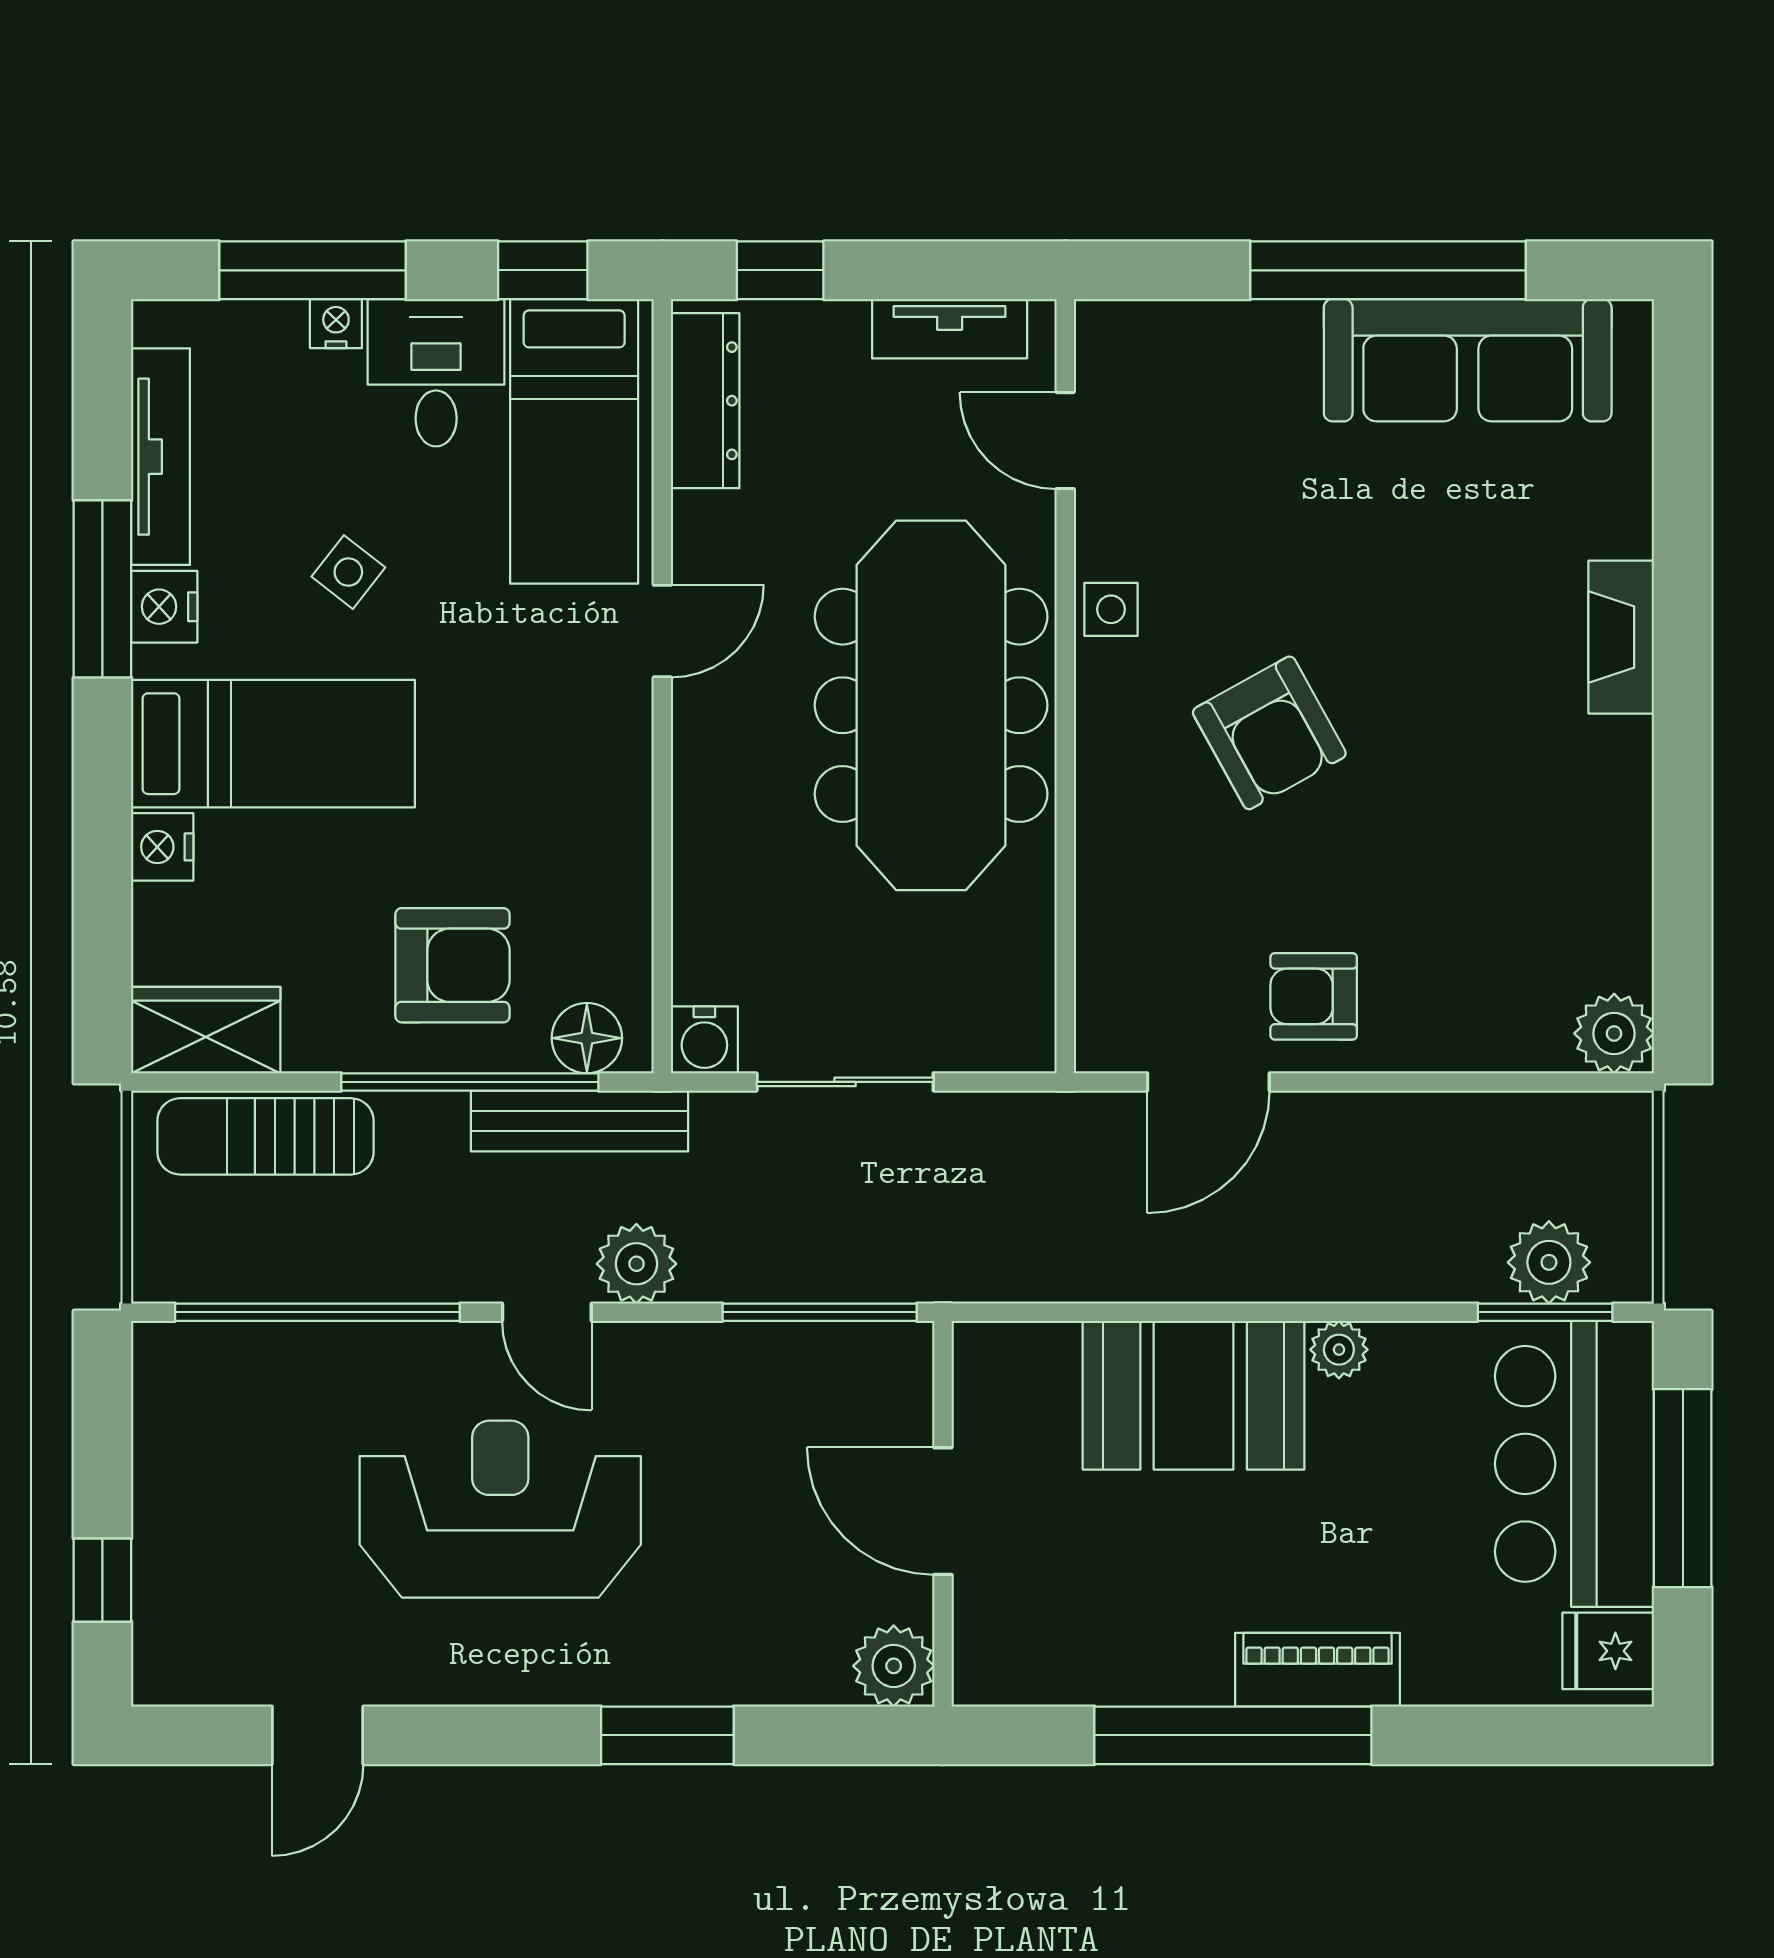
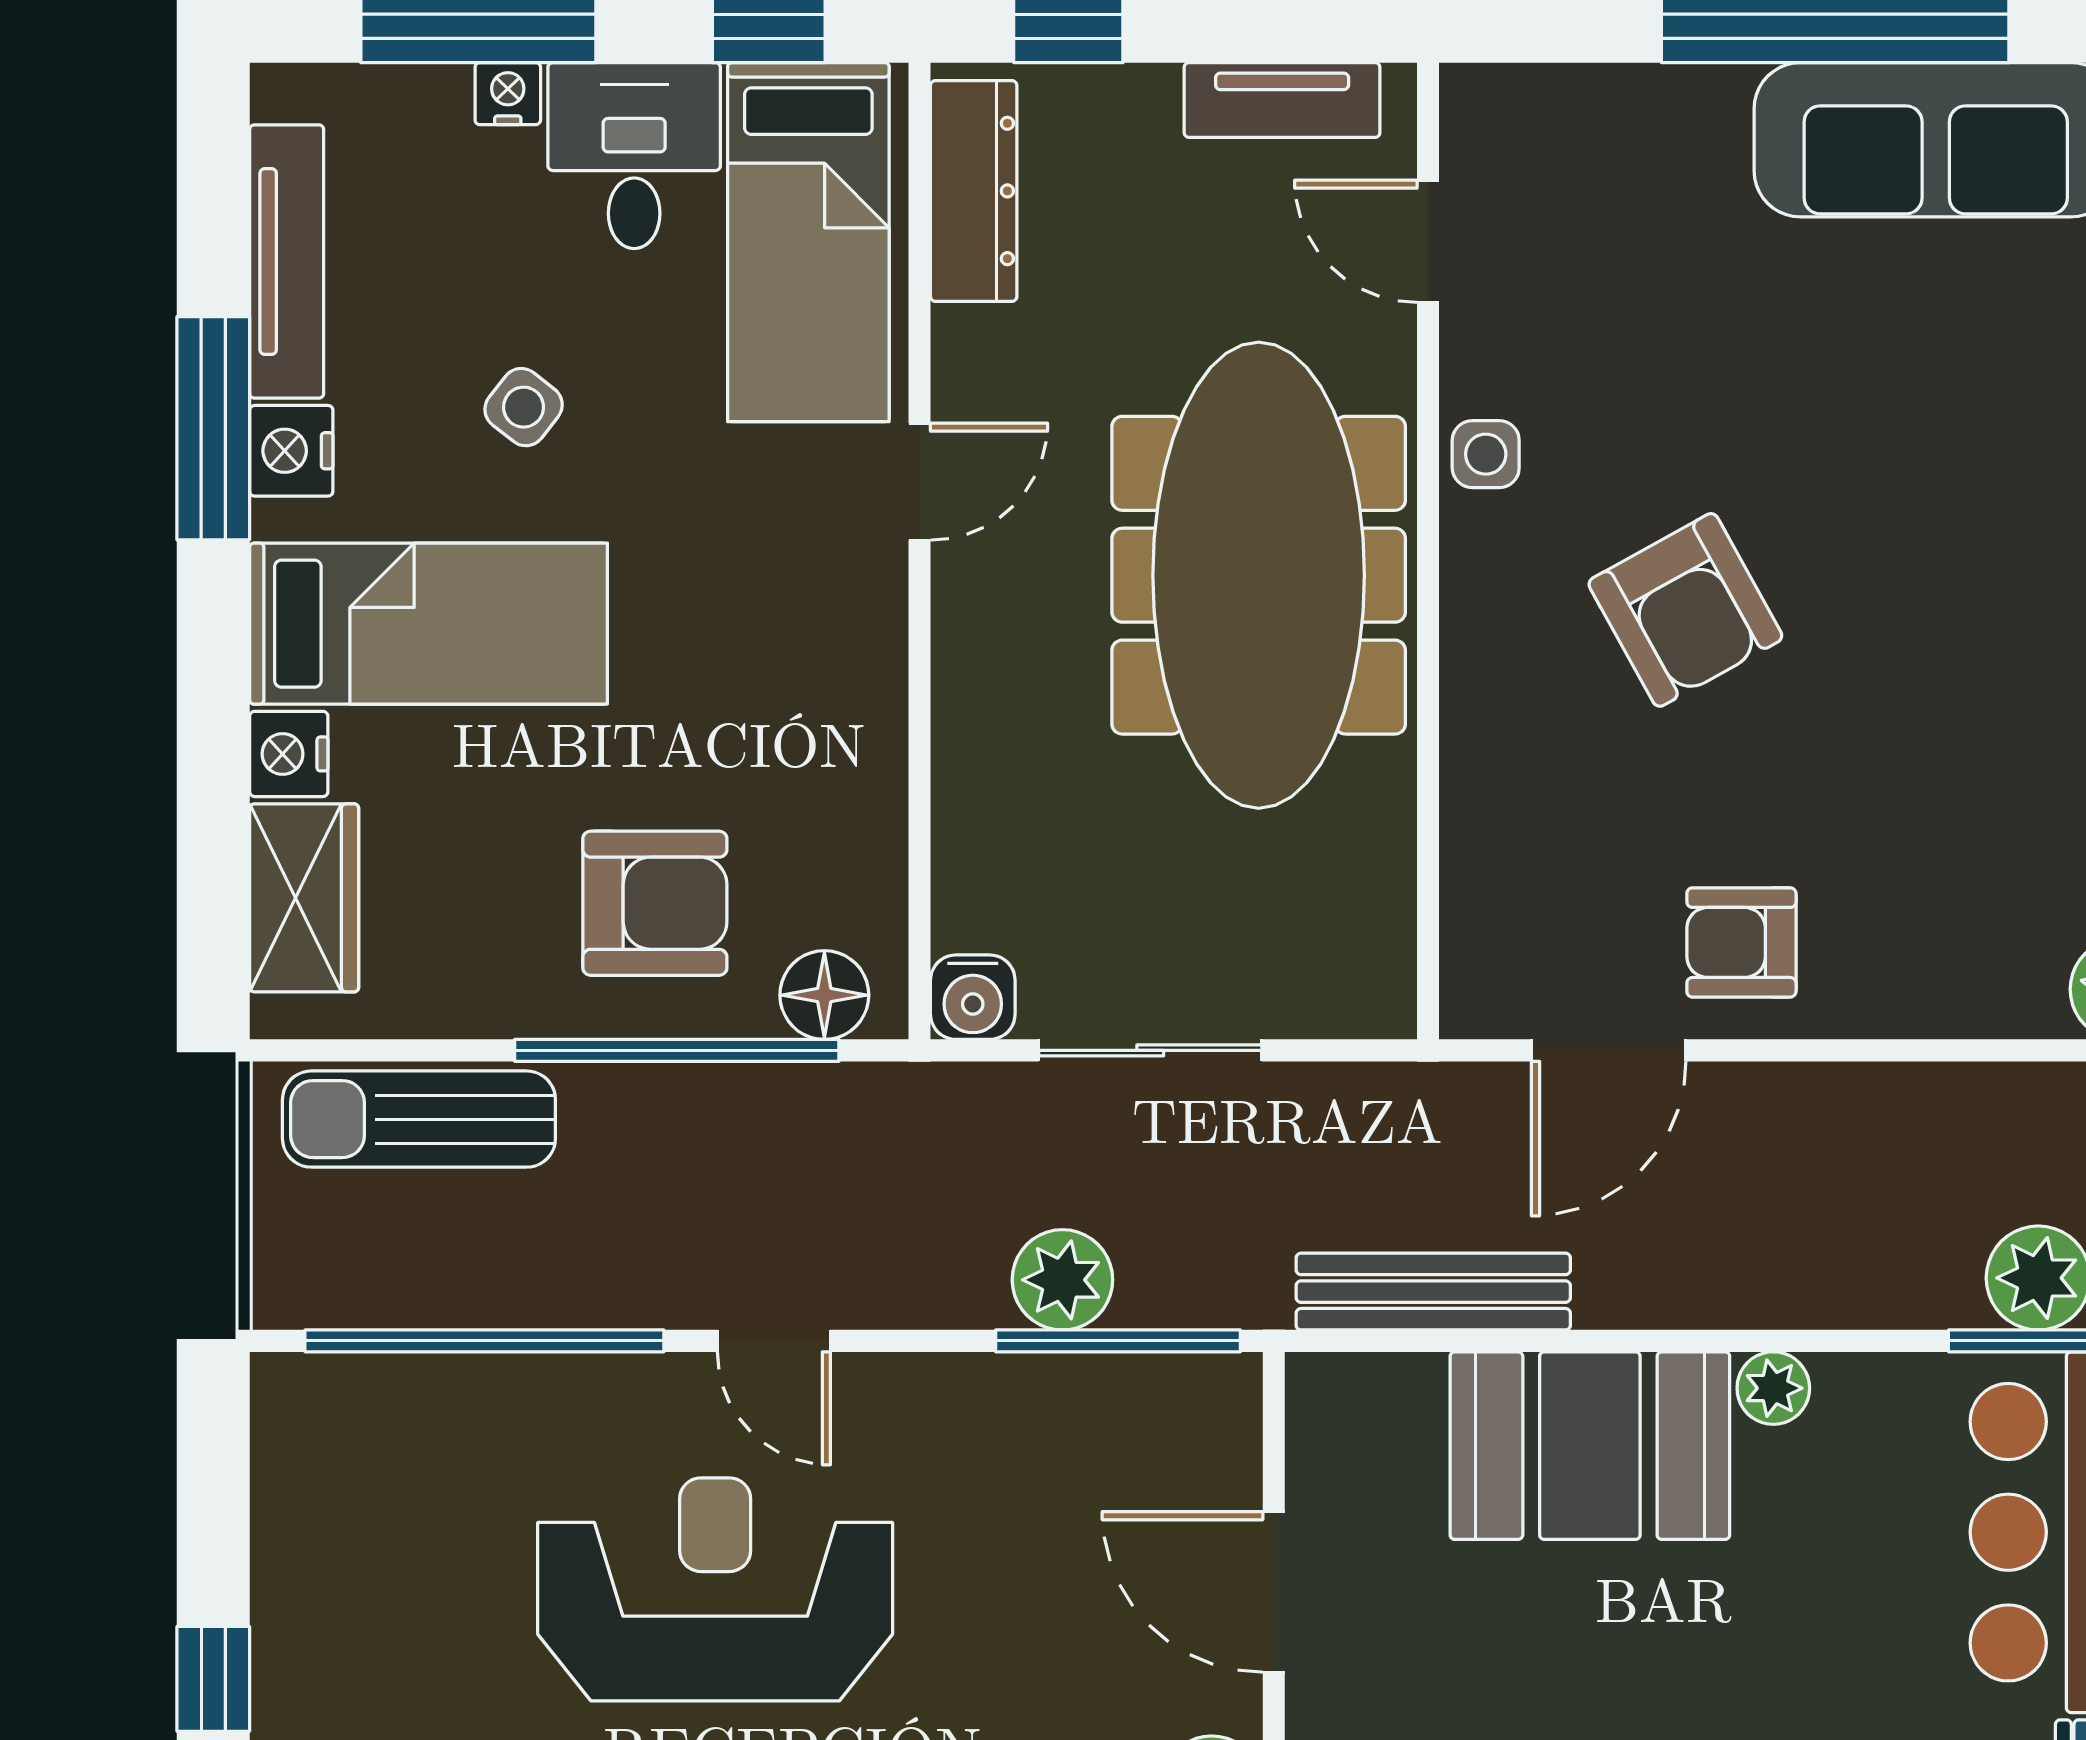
wardrobe: (206, 1030) -> (304, 898), moved, turned 90
bench: (580, 1121) -> (1433, 1292), moved
plant: (636, 1264) -> (1062, 1280), moved

